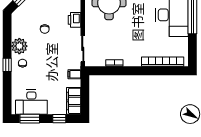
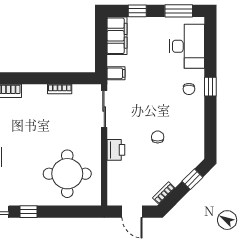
plant: (19, 46) -> (193, 113), removed
desk: (31, 102) -> (187, 46), moved, turned 90

